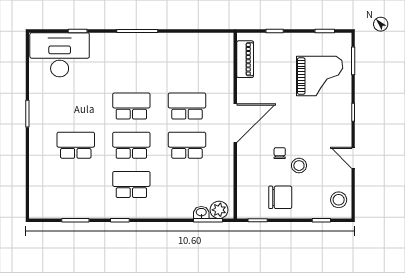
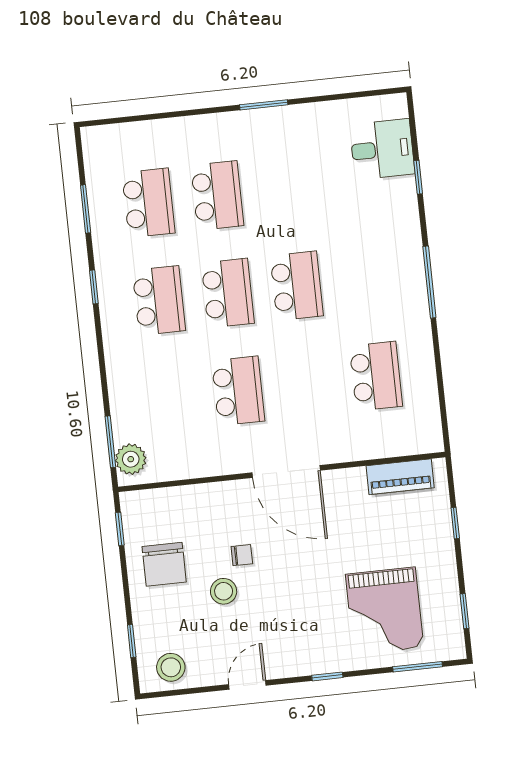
desk: (60, 55) -> (382, 149), width x0.53, depth x0.77
school desk: (187, 106) -> (376, 376), moved
school desk: (76, 184) -> (148, 203), added
washbasin: (201, 212) -> (123, 429), removed

